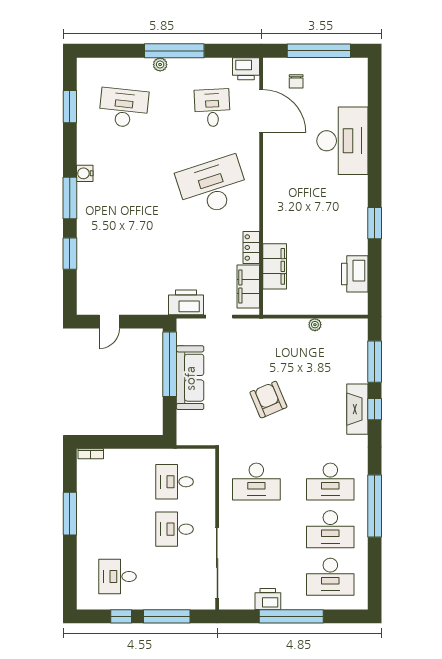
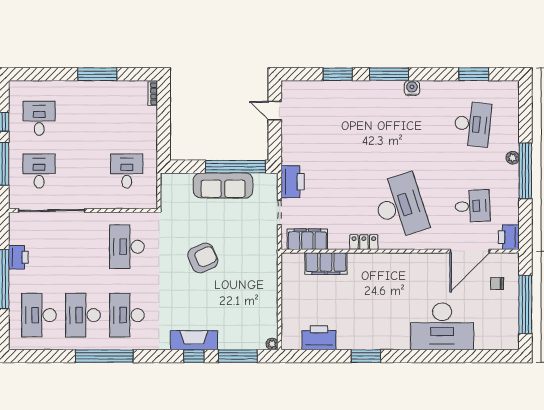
locker: (251, 247) -> (364, 242), moved
plant: (315, 325) -> (272, 344), moved
desk: (175, 529) -> (39, 171), moved

